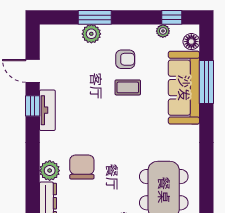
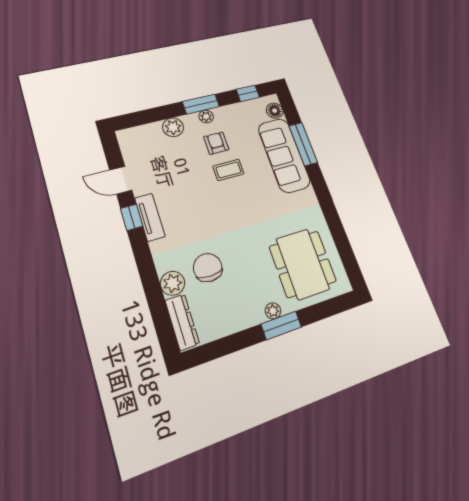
window: (95, 17) -> (201, 104), moved
plant: (163, 31) -> (206, 116), moved
armchair: (125, 59) -> (216, 143), turned -90

